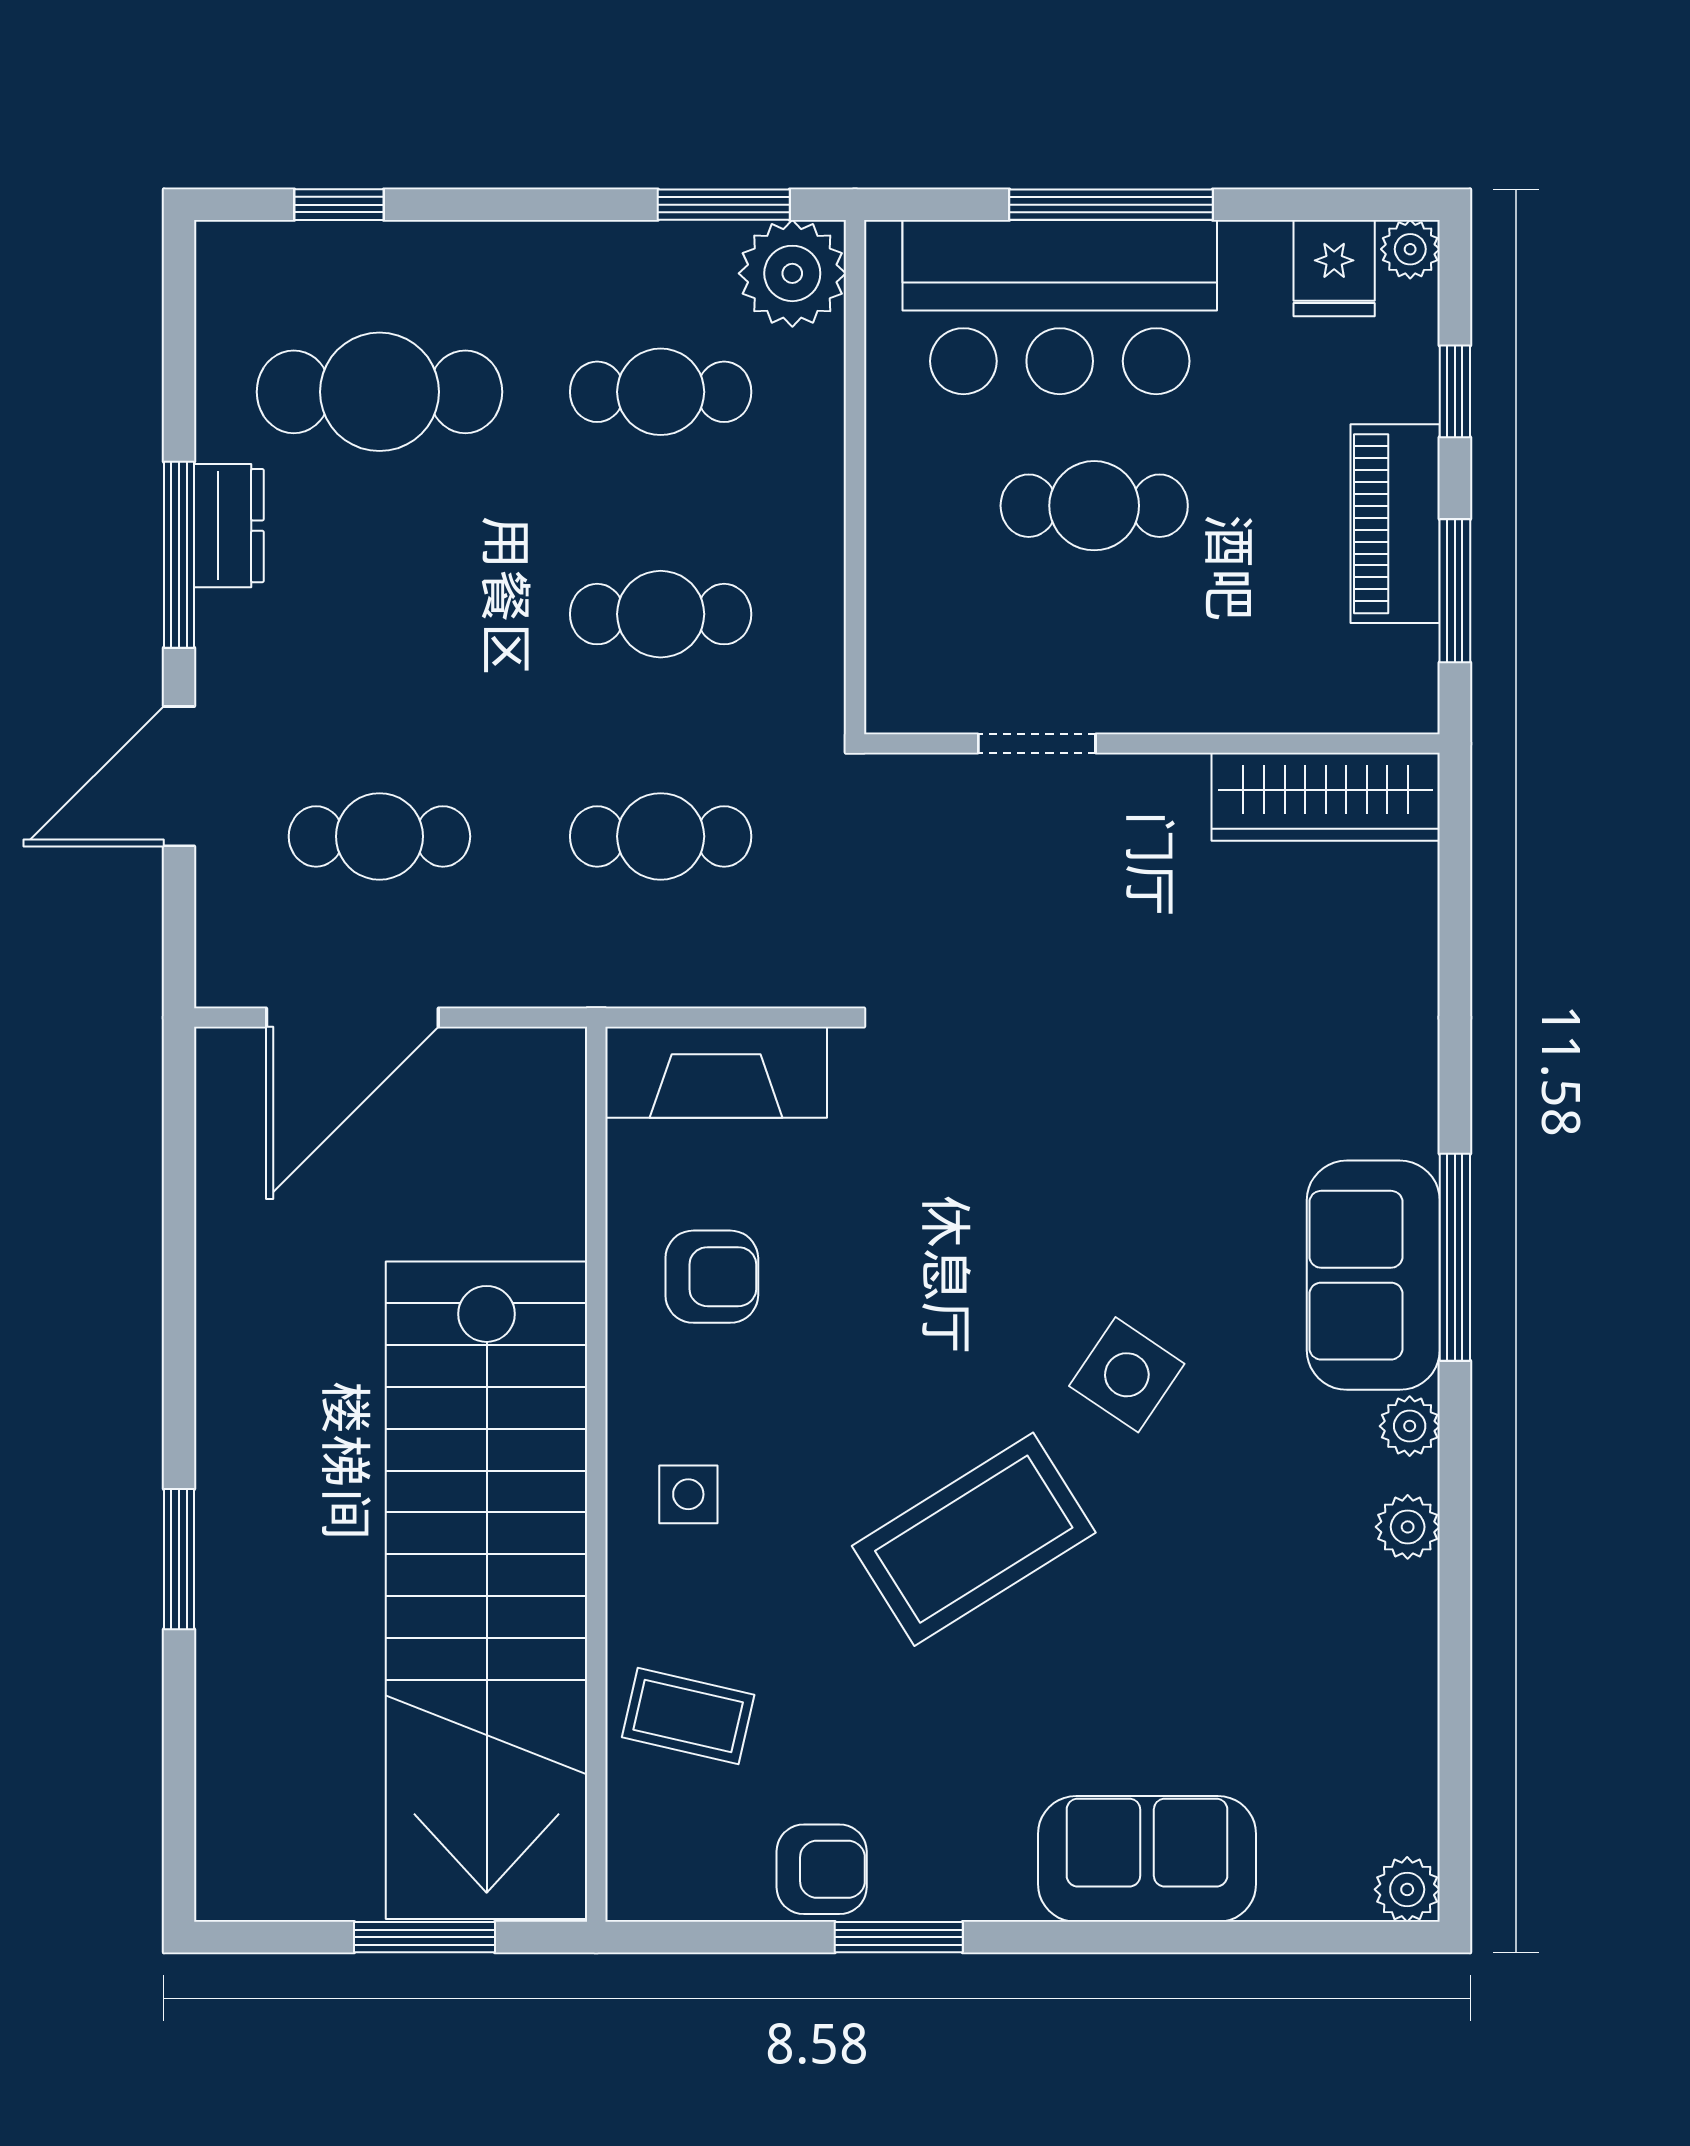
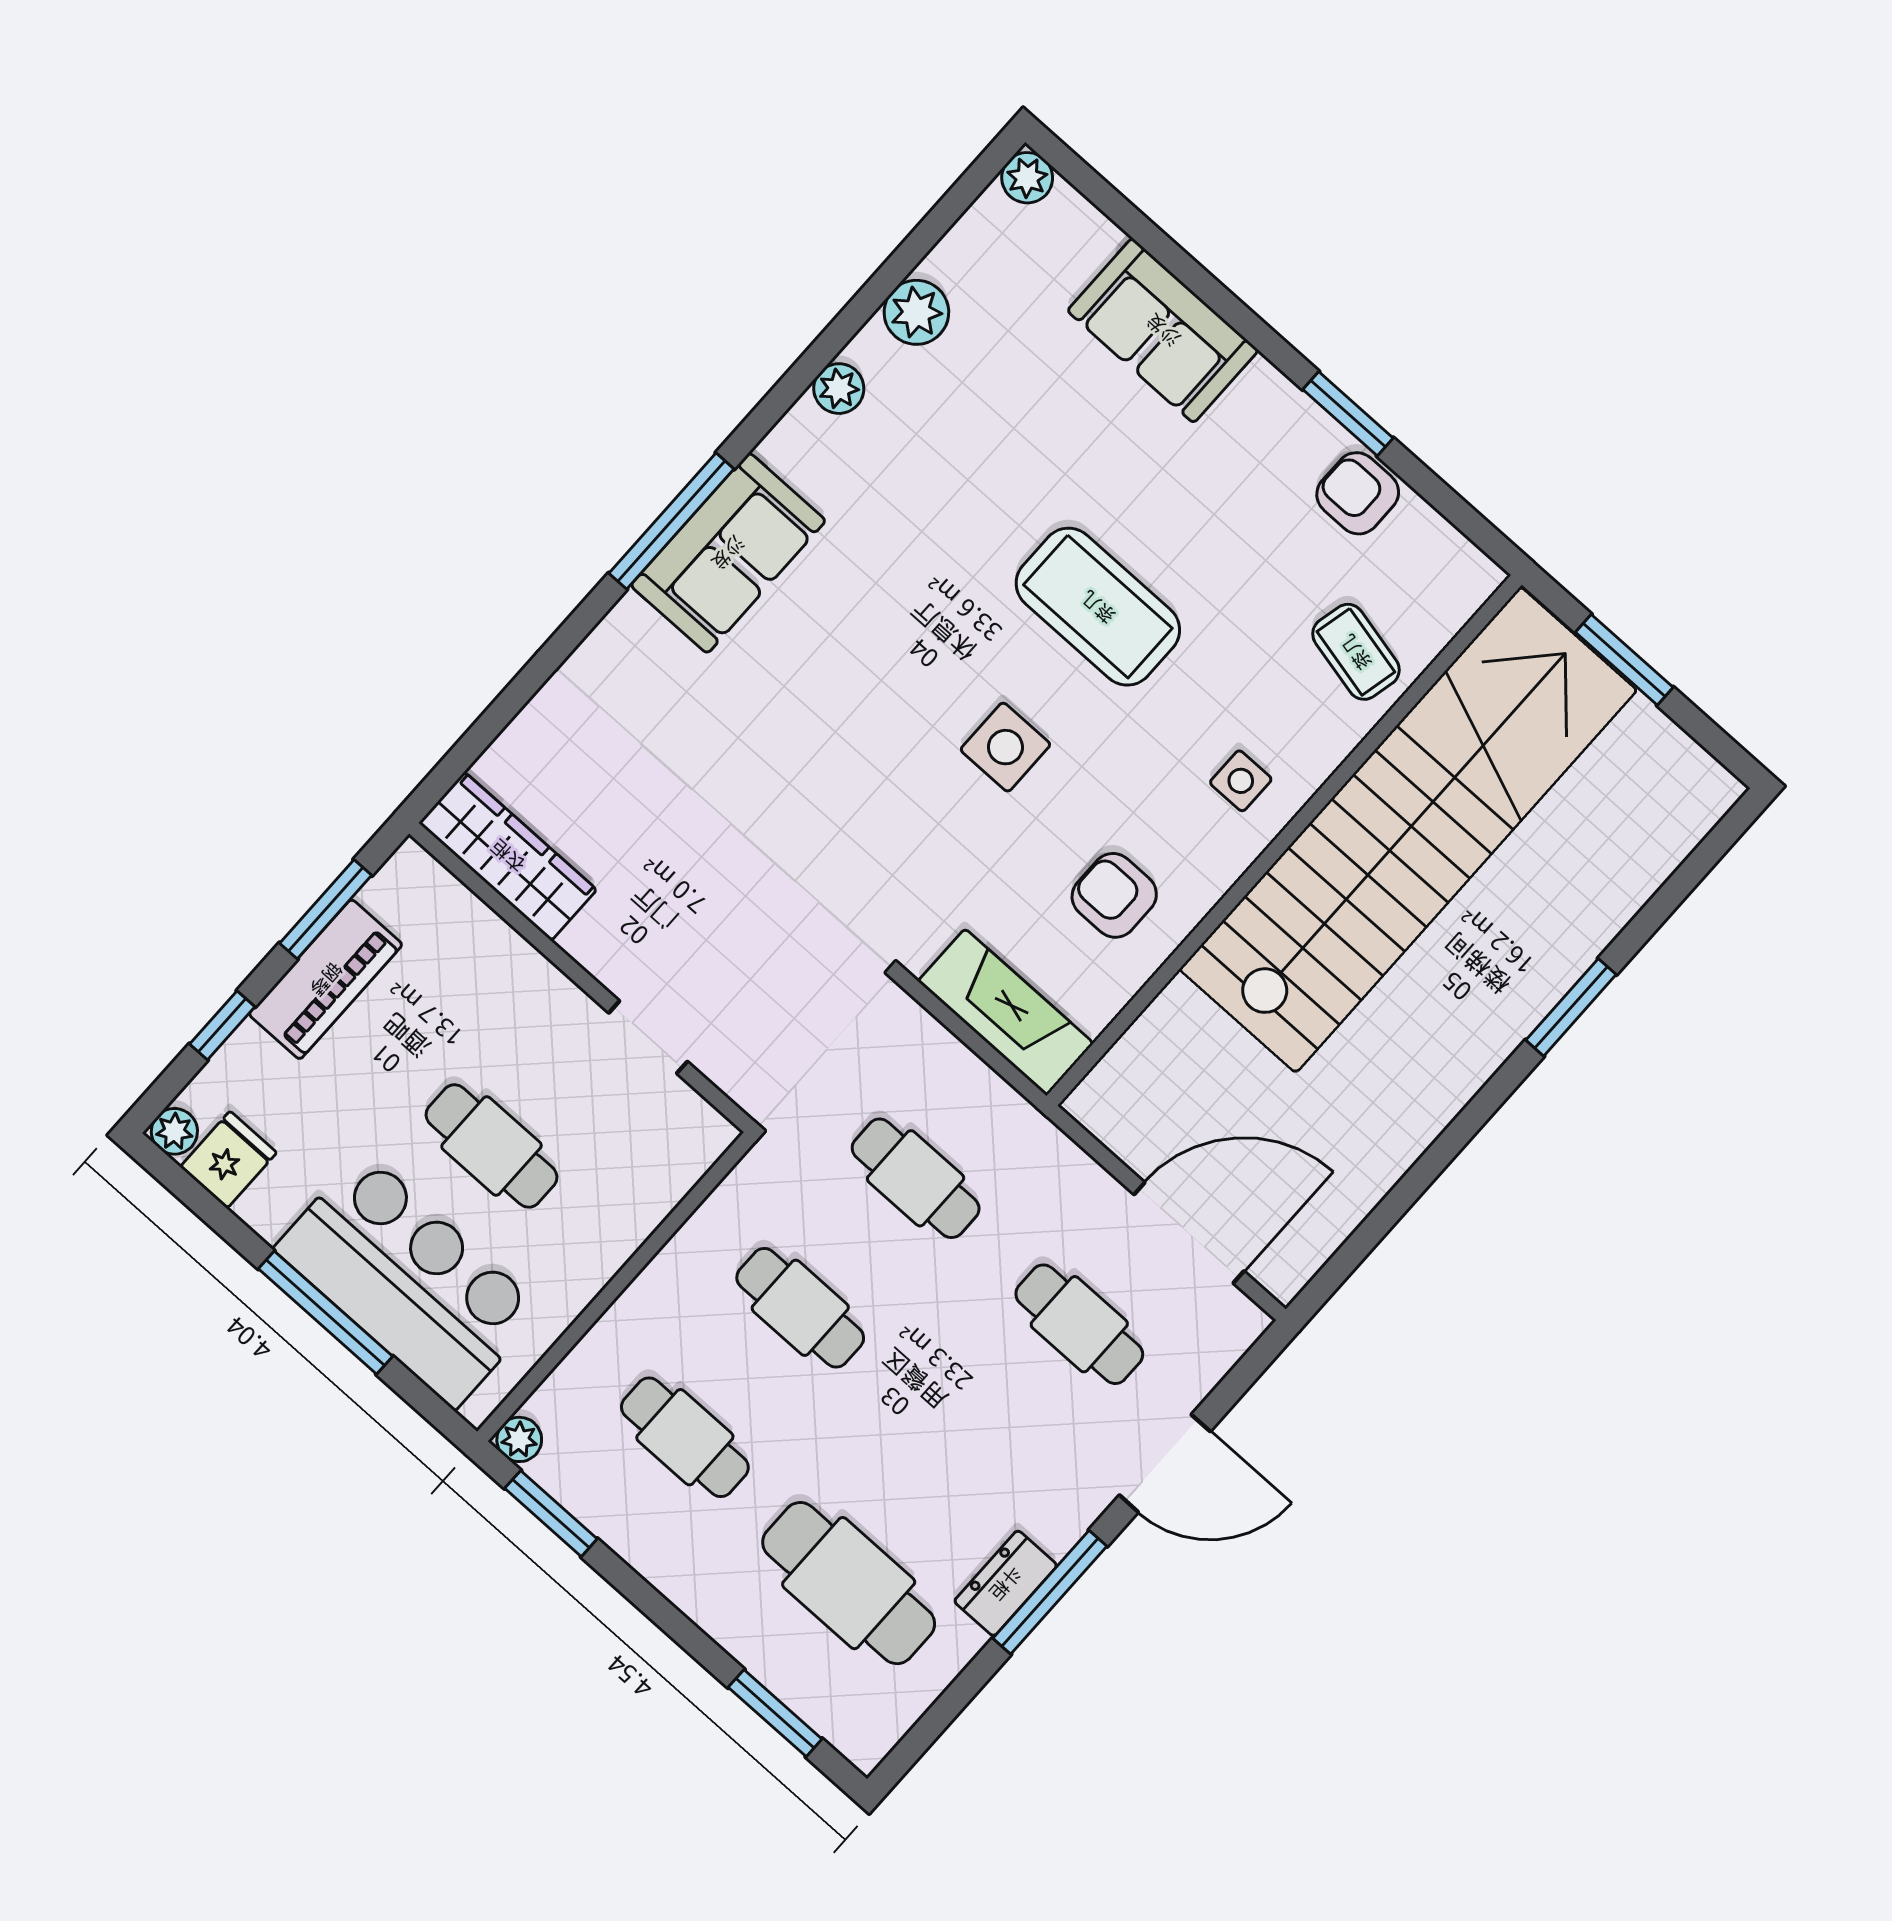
window: (339, 205) -> (775, 1713), width x1.50
plant: (792, 273) -> (519, 1439), width x0.53, depth x0.53
side table: (1127, 1375) -> (1005, 747), moved, turned -34
plant: (1410, 1426) -> (916, 312), moved, width x1.38, depth x1.38
coffee table: (974, 1539) -> (1098, 607), turned 32

